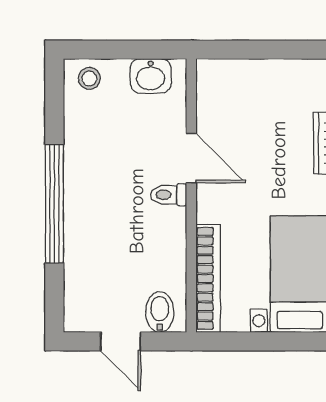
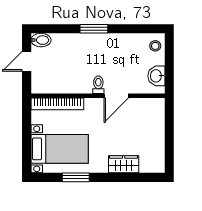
window: (54, 204) -> (94, 29), width x0.47
bidet: (160, 312) -> (41, 40), moved

